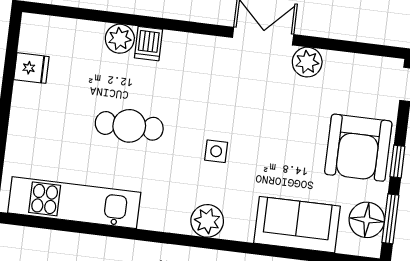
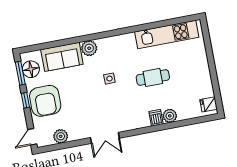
plant: (307, 62) -> (61, 136), moved
fridge: (31, 68) -> (209, 104), moved
armchair: (358, 148) -> (45, 101), turned 180
plant: (207, 221) -> (89, 48), moved

